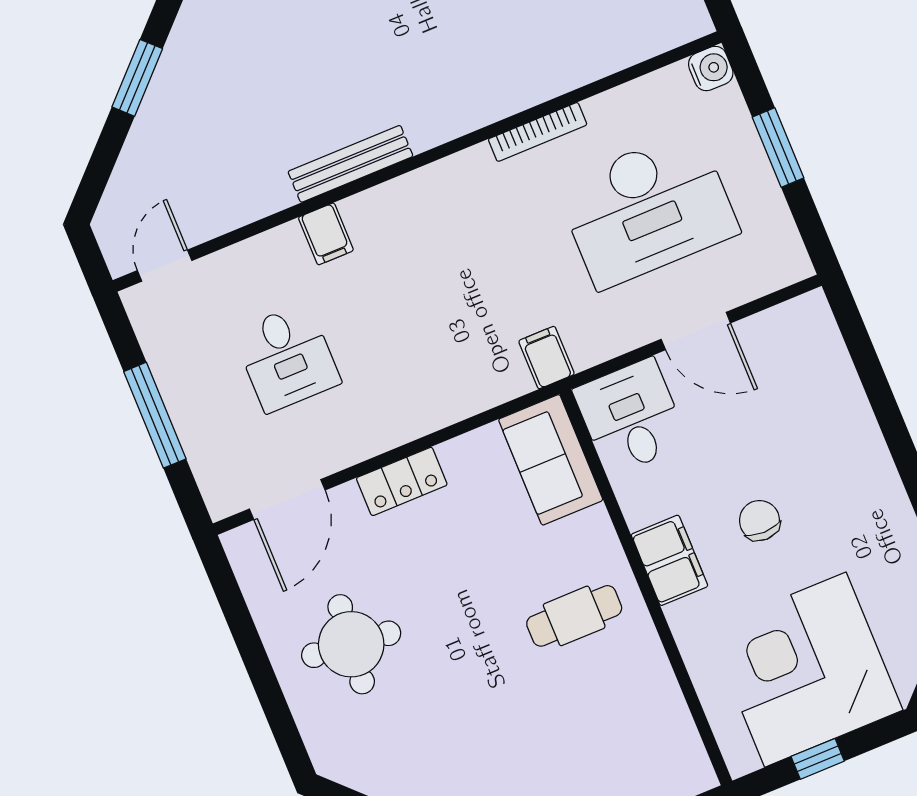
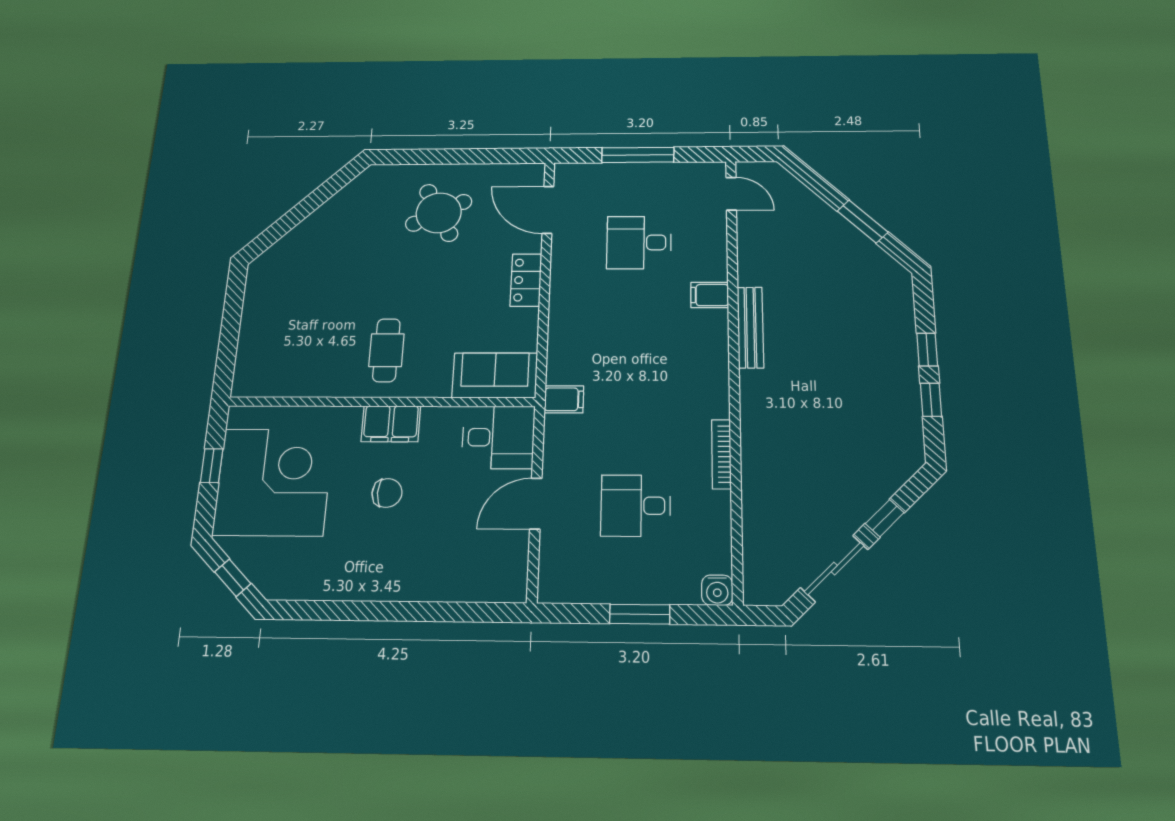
desk: (647, 209) -> (636, 506), width x0.53, depth x0.77
round table: (351, 644) -> (439, 213), turned -33

